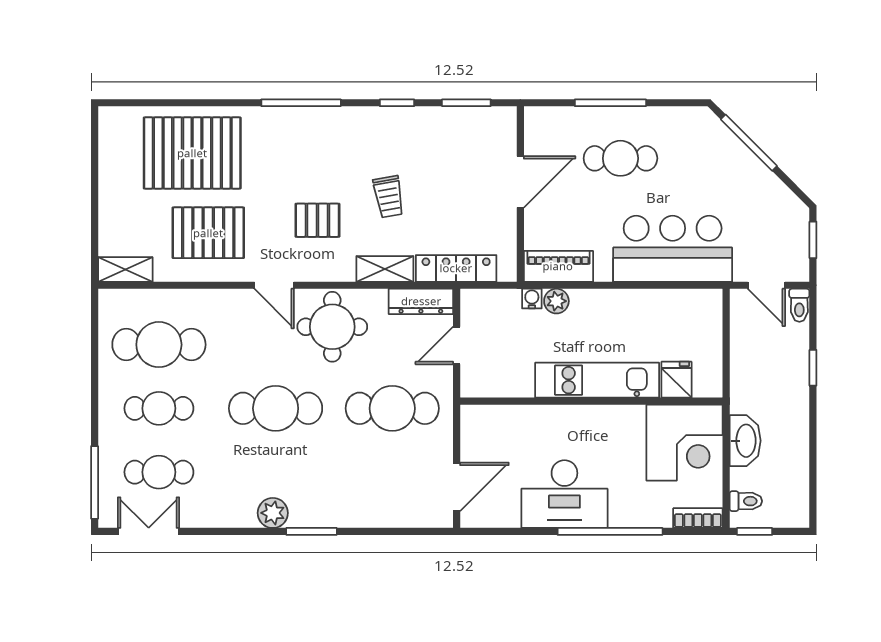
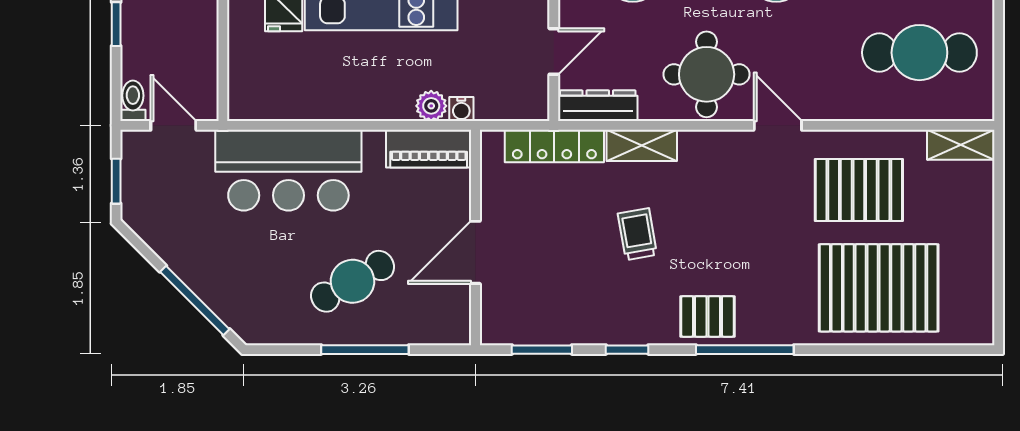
cafe table: (620, 158) -> (353, 281), turned -30
pallet: (317, 220) -> (707, 316), moved

